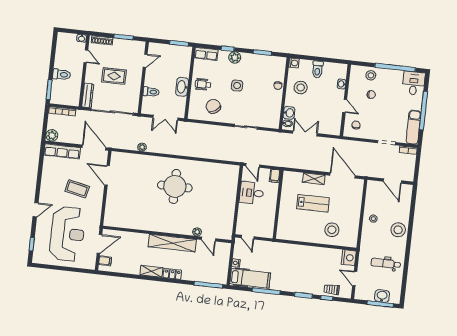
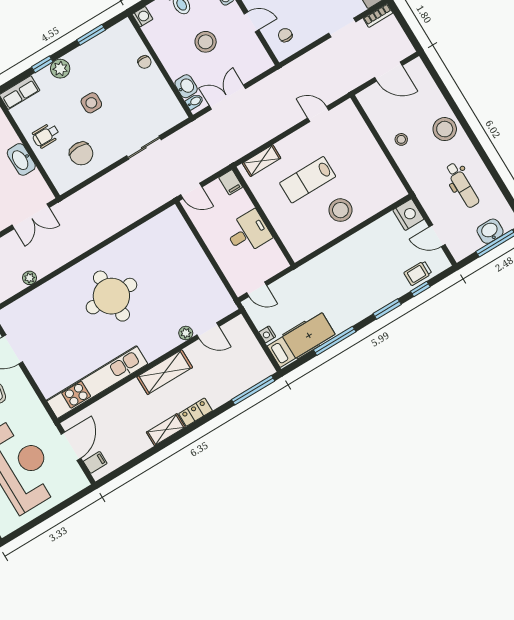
stool: (301, 88) -> (206, 42), moved
chair: (213, 106) -> (81, 154), turned -148
door: (343, 175) -> (318, 114), width x0.53
shelving: (314, 179) -> (262, 161), moved
desk: (252, 193) -> (248, 233), moved, turned 180
lab bench: (313, 203) -> (308, 180), turned 180
kitchen unit: (136, 223) -> (97, 382), added
stool: (332, 230) -> (340, 210), moved
shelving: (172, 243) -> (165, 372), width x0.68
dental chair: (386, 263) -> (462, 185), turned -90

